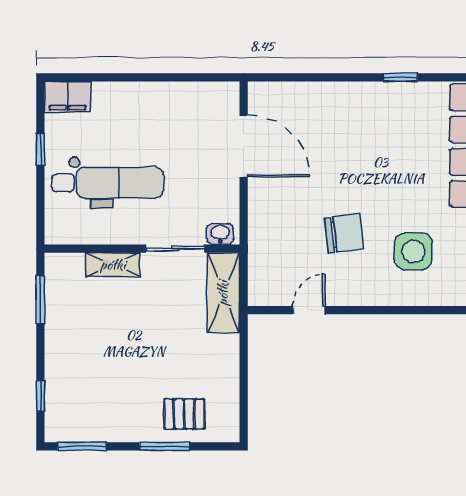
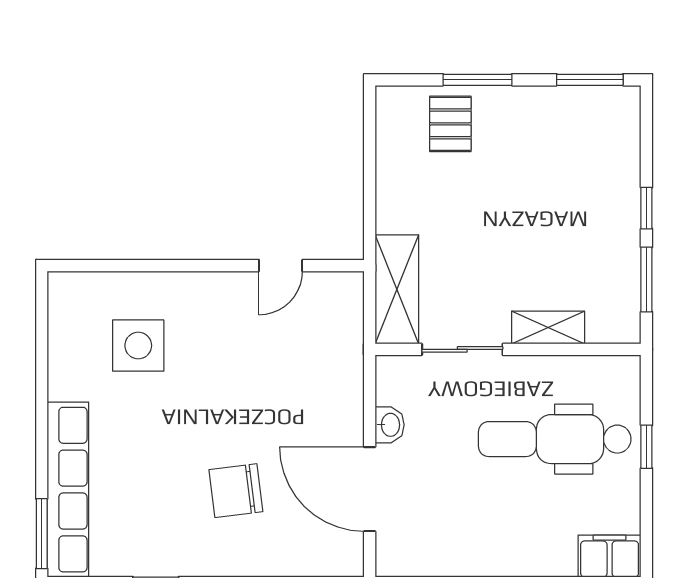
window: (40, 149) -> (646, 447), moved
washbasin: (220, 234) -> (390, 425), moved, turned -90
chair: (344, 234) -> (236, 491), moved
window: (40, 396) -> (646, 208), moved
pallet: (184, 414) -> (450, 124), turned 90

